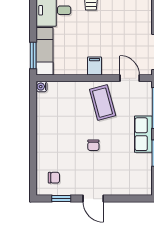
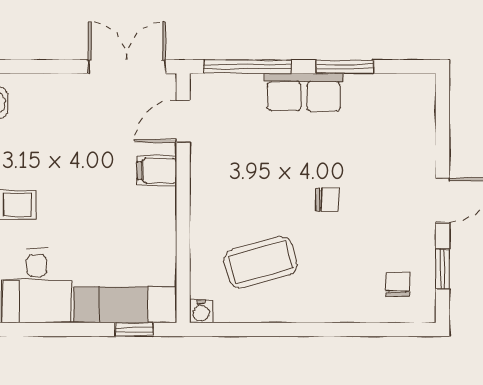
window: (33, 55) -> (134, 329), width x0.67
filing cabinet: (95, 66) -> (157, 171), moved
coffee table: (103, 103) -> (260, 262), moved

